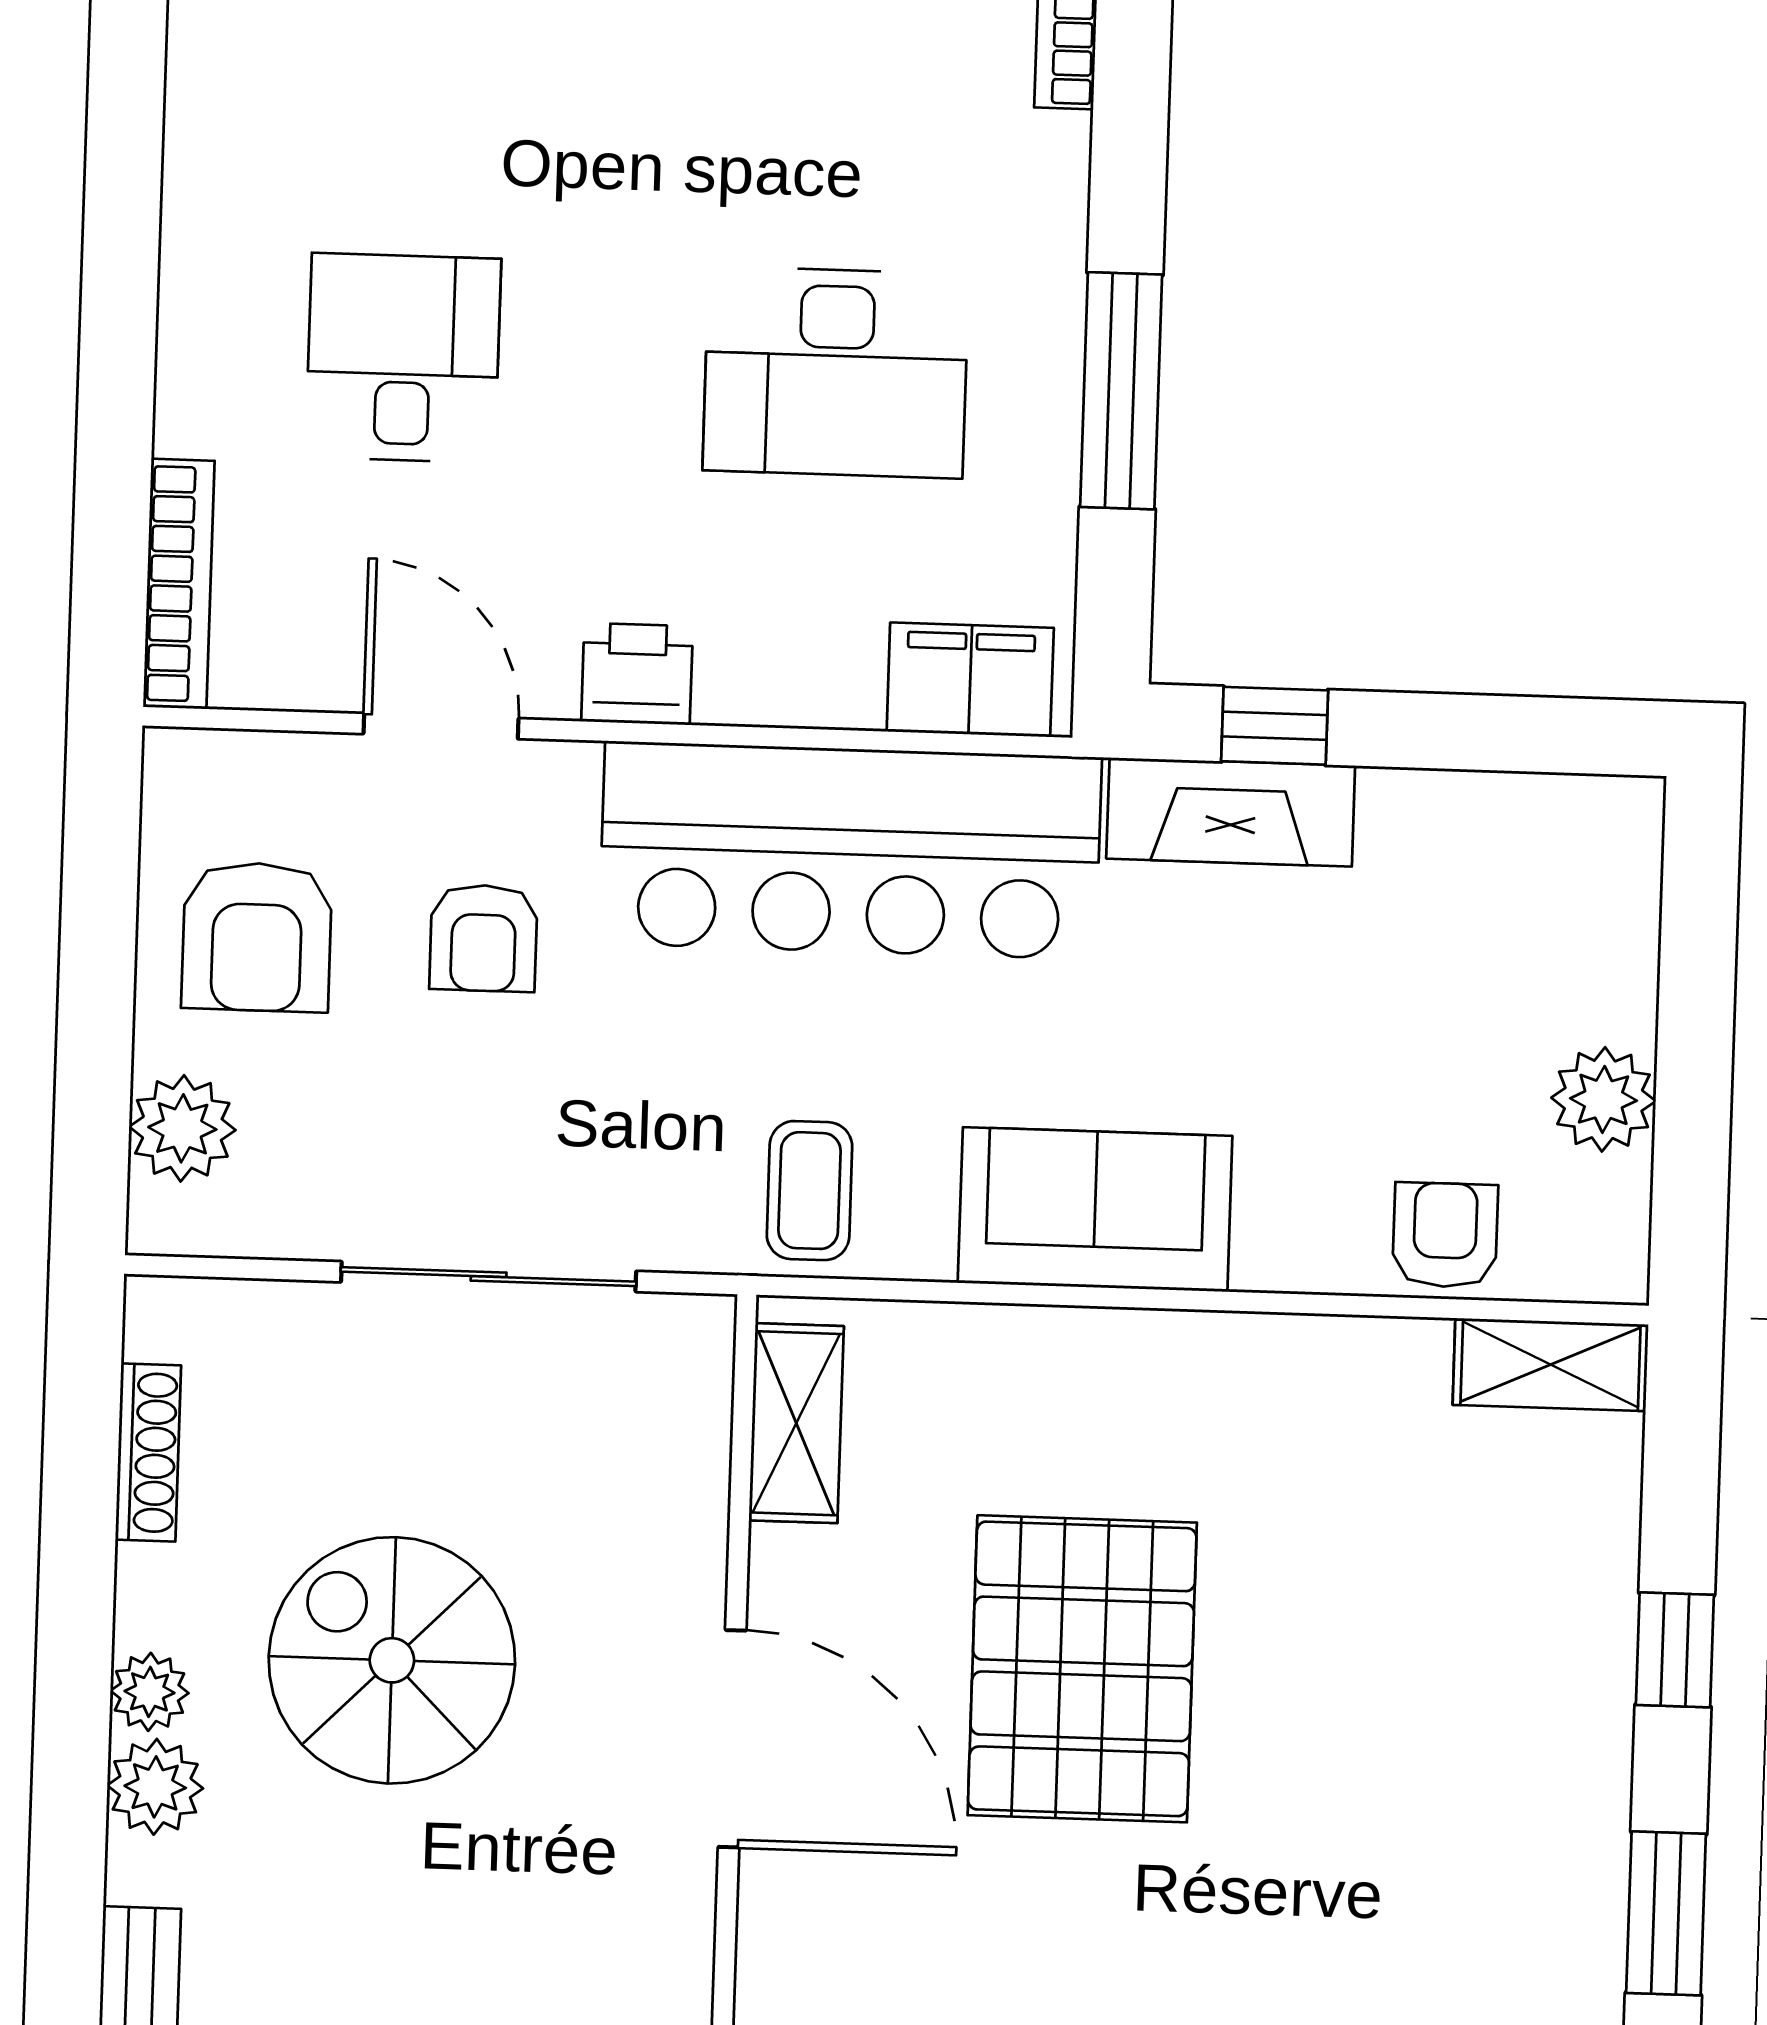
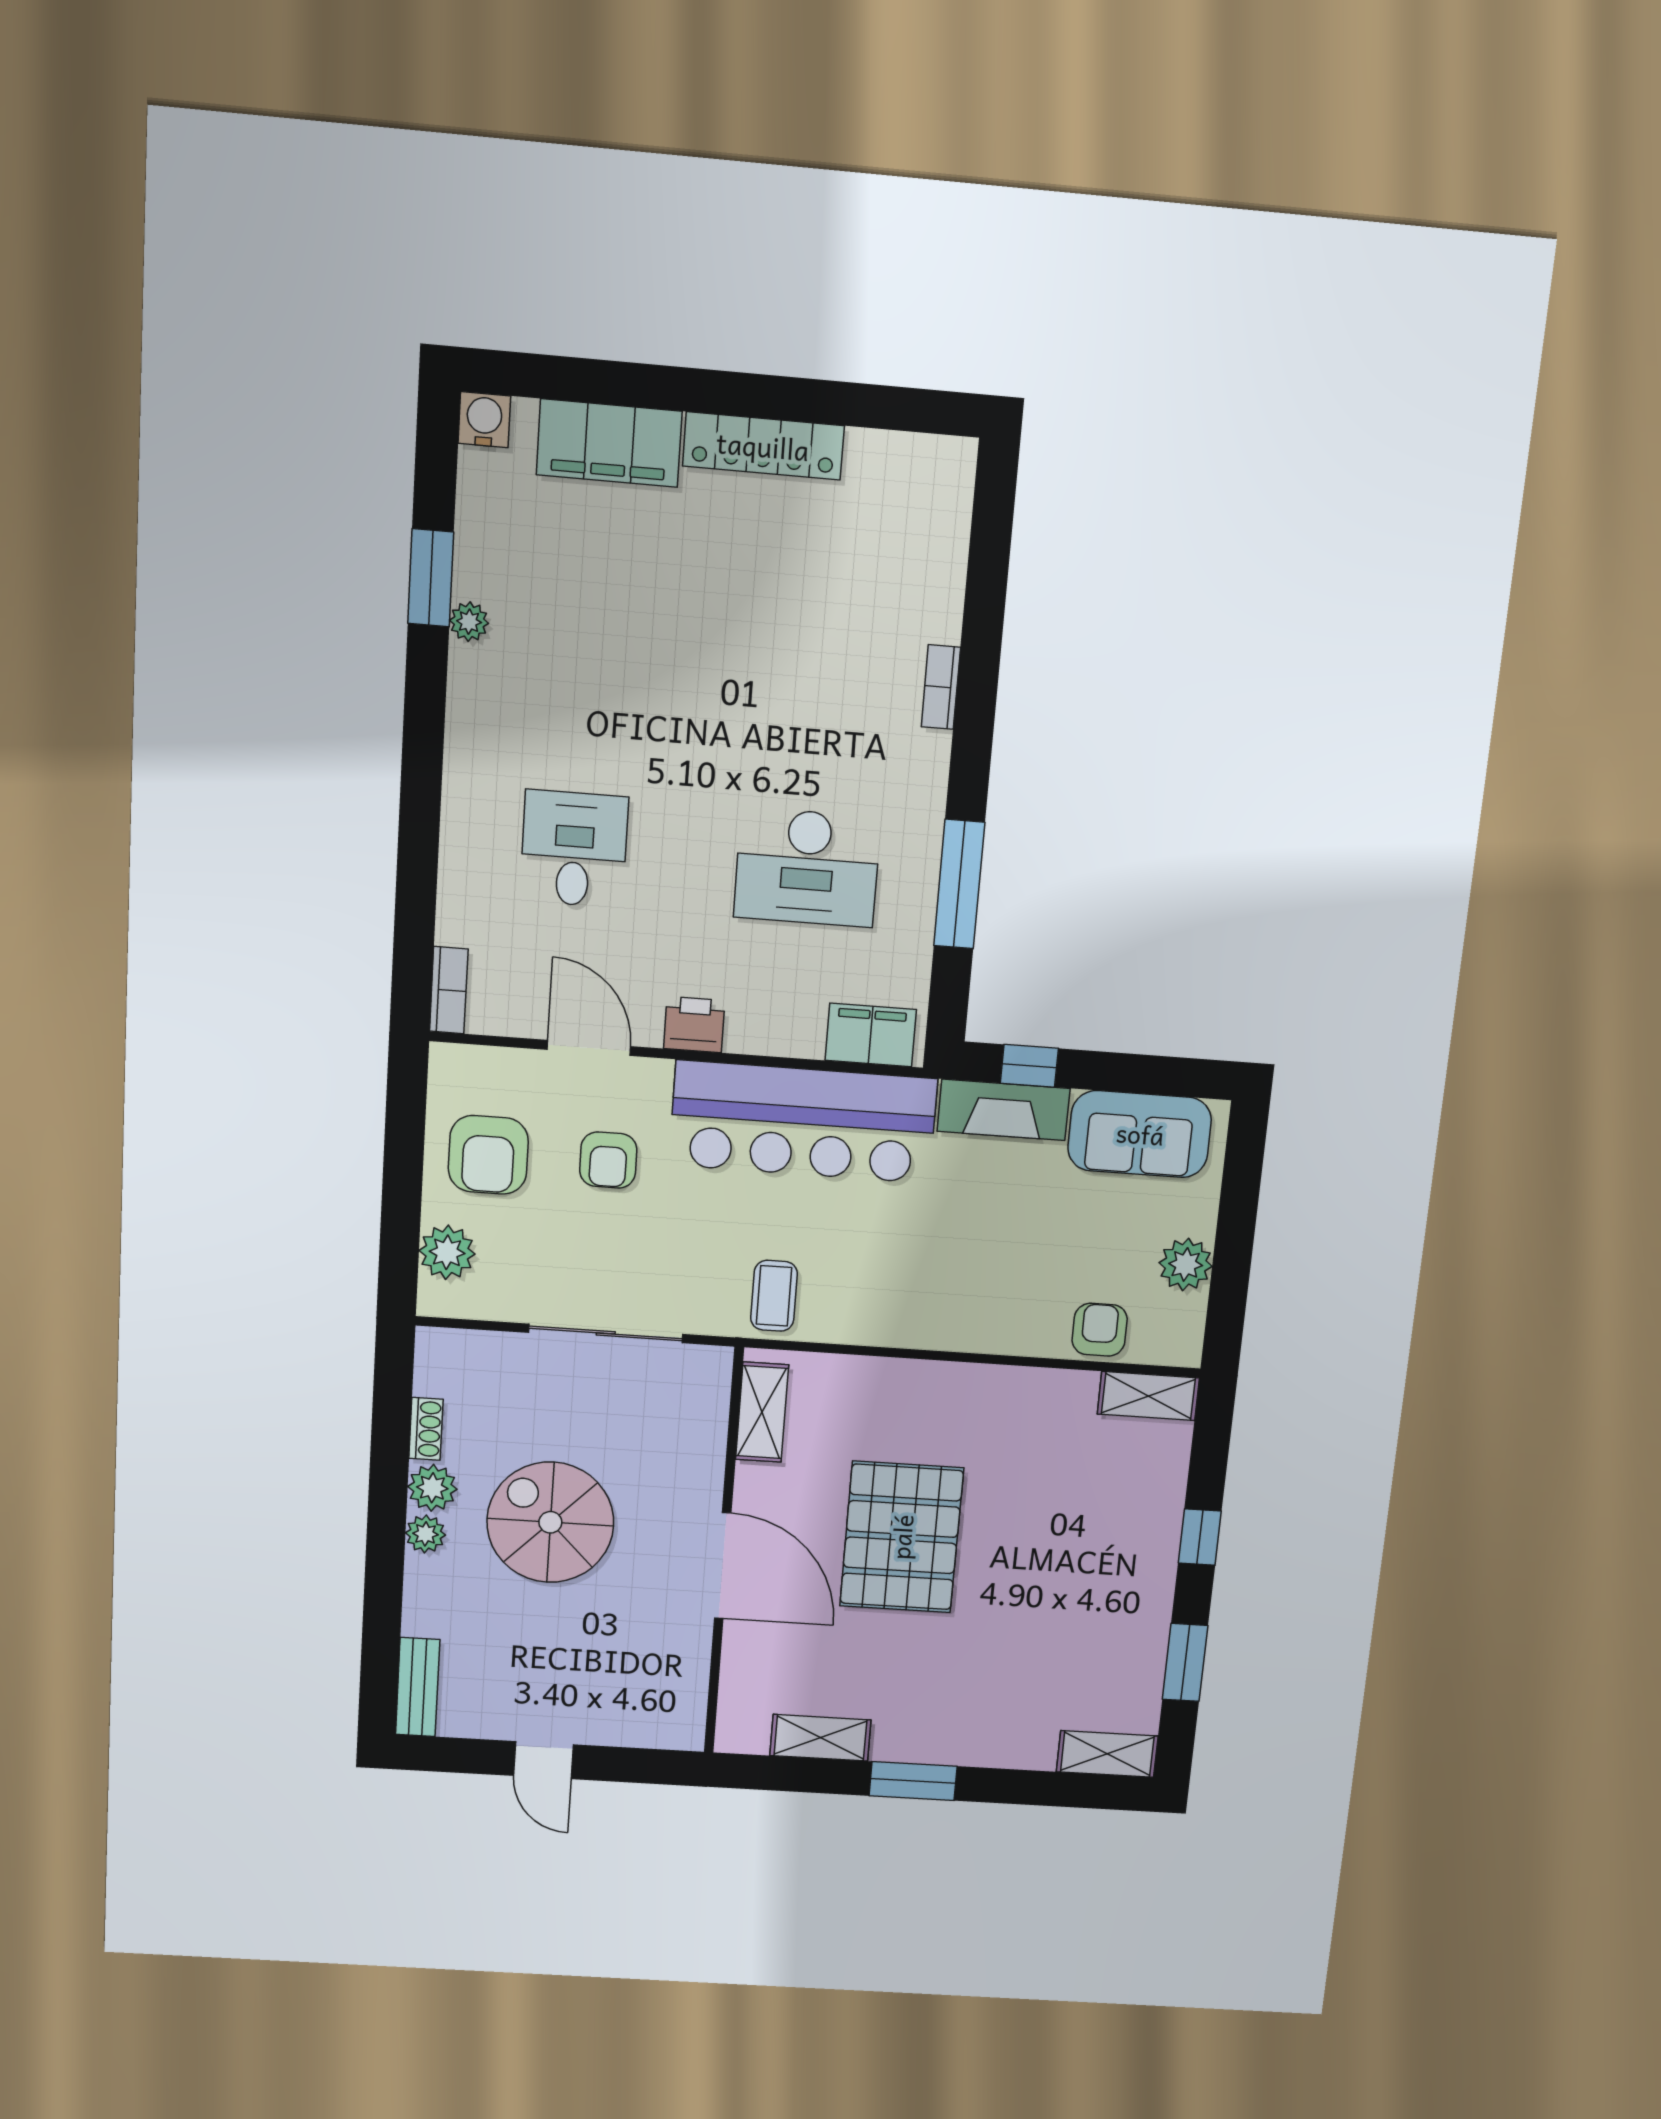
bookcase: (179, 584) -> (449, 990), width x0.64
sofa: (1095, 1209) -> (1140, 1134), moved, turned 180
shoe rack: (148, 1453) -> (426, 1429), width x0.70
plant: (155, 1787) -> (432, 1488), moved

